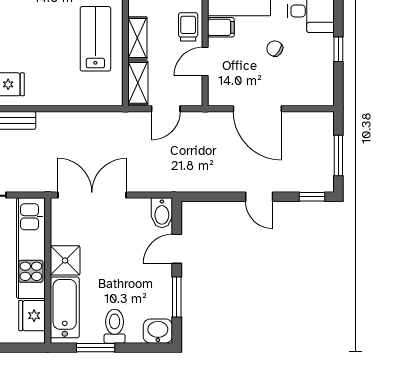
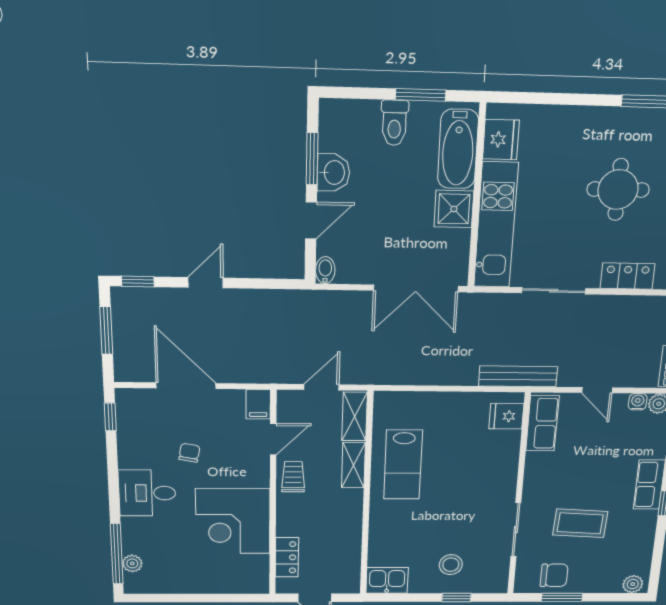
trolley: (188, 27) -> (293, 477), turned 180
filing cabinet: (221, 27) -> (258, 404), moved, turned -90
chair: (275, 49) -> (189, 453), turned -114
window: (338, 49) -> (110, 417), moved
door: (257, 109) -> (186, 386), moved
door: (259, 197) -> (206, 283), hinge flipped
bidet: (162, 213) -> (325, 270), width x0.72, depth x0.74
washbasin: (158, 331) -> (333, 173), moved, turned -90

